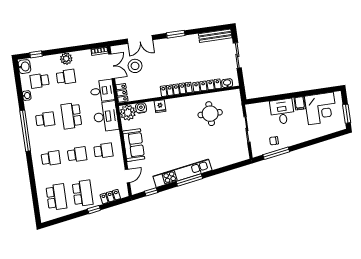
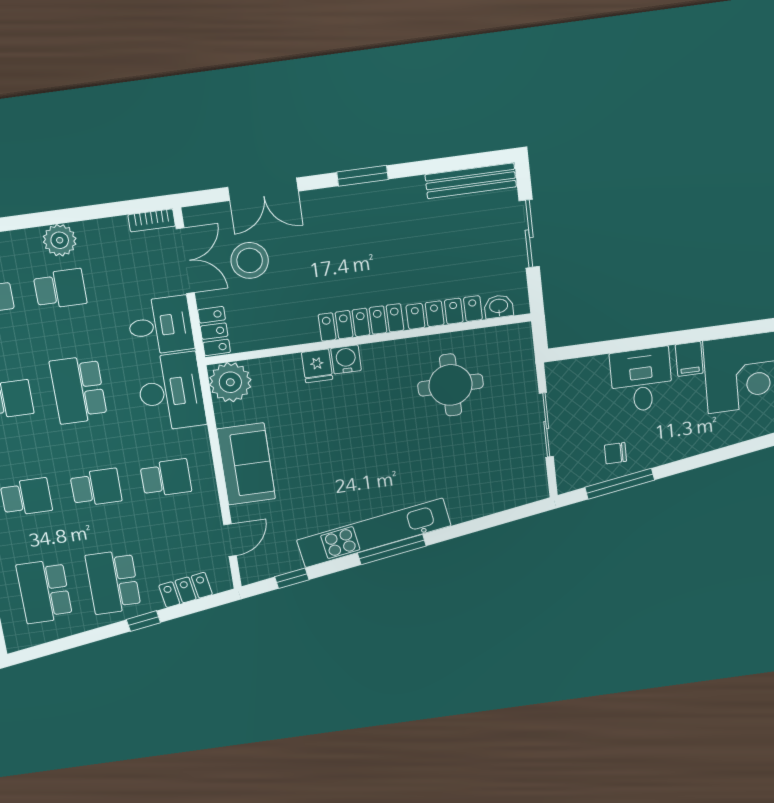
water cooler: (141, 108) -> (346, 359), moved
school desk: (83, 193) -> (113, 582), turned 180
school desk: (56, 197) -> (44, 591), turned 180

